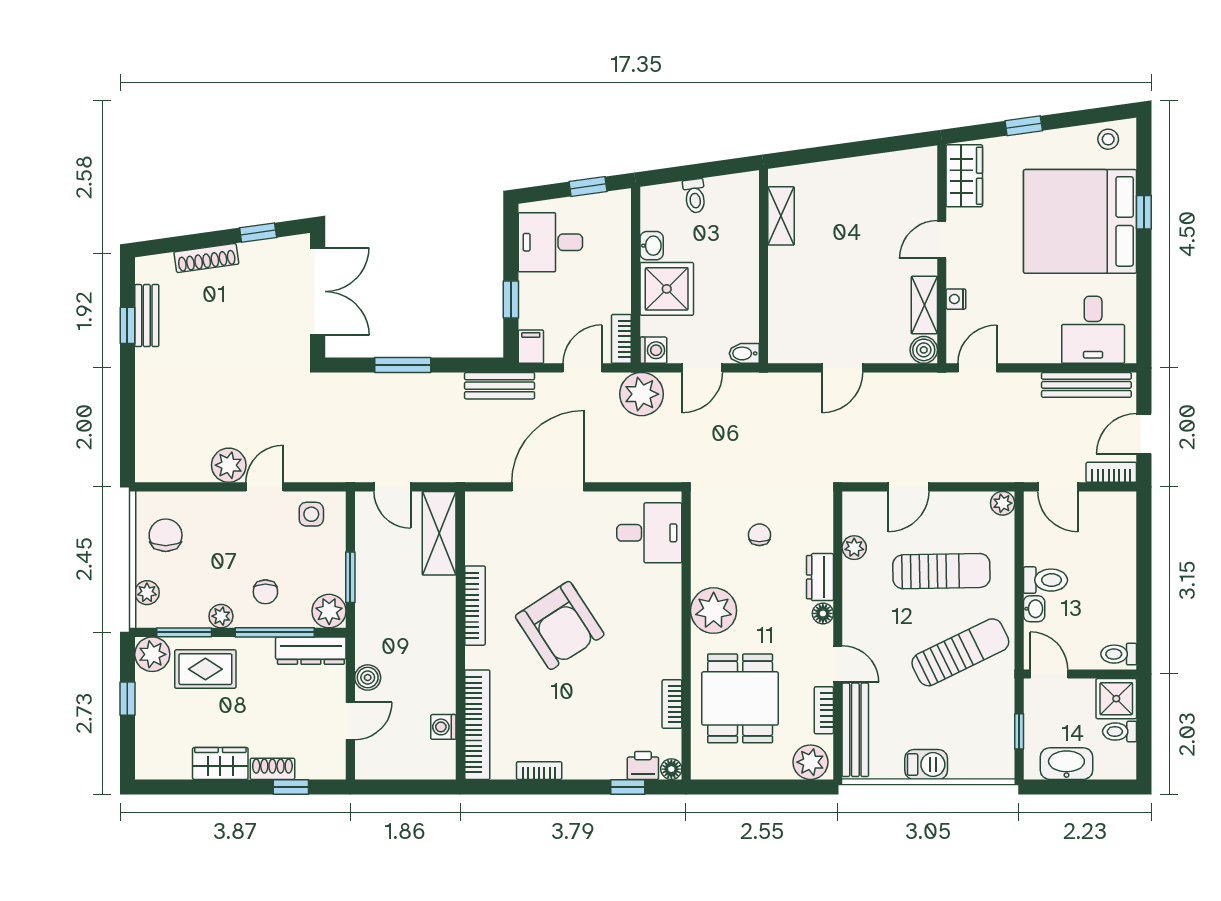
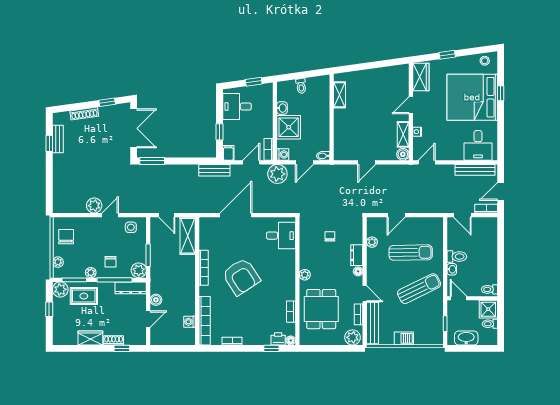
window: (403, 365) -> (152, 161), moved
plant: (1003, 503) -> (438, 222), removed
plant: (714, 611) -> (305, 275), width x0.53, depth x0.53

